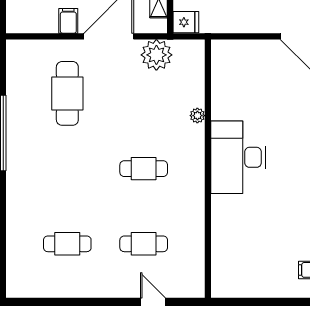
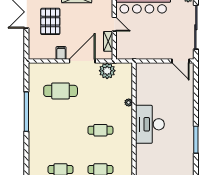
fridge: (186, 22) -> (123, 54), removed
cafe table: (67, 93) -> (61, 91), turned 90

